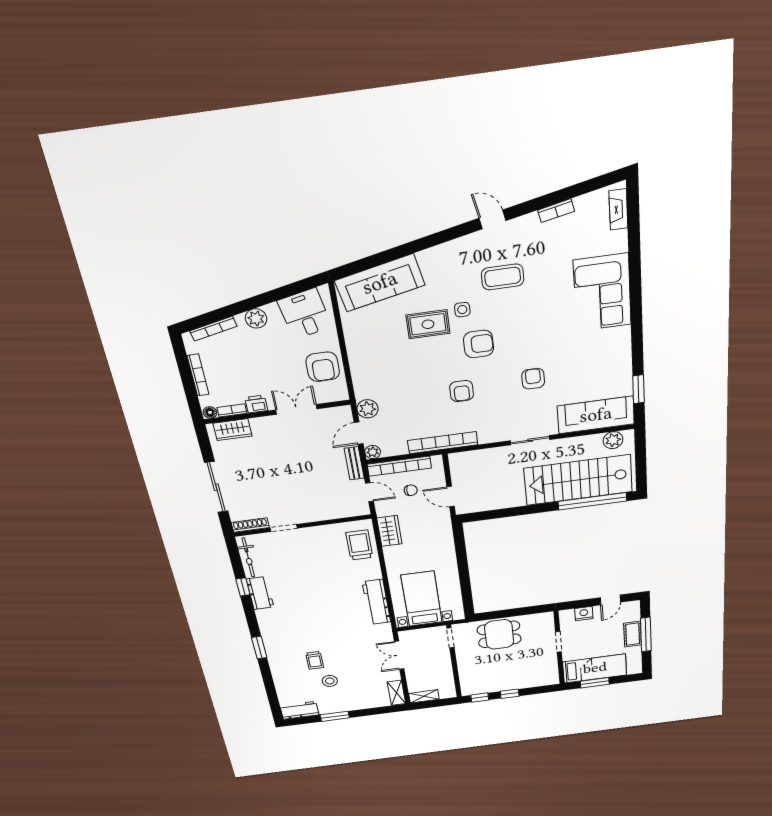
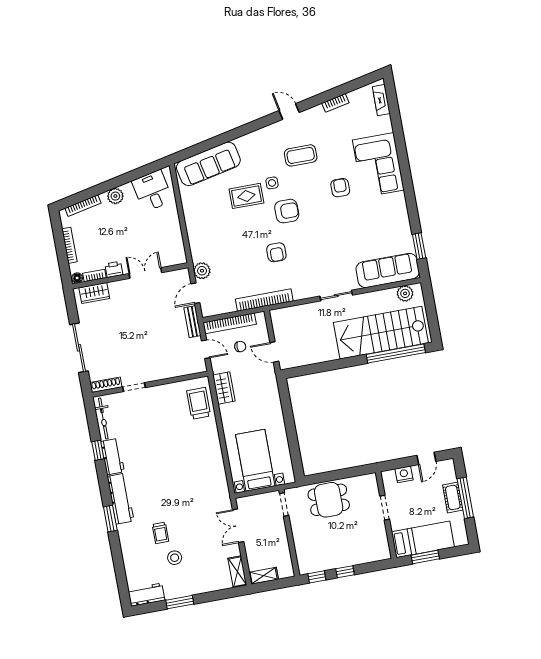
armchair: (323, 367) -> (166, 235), removed
armchair: (533, 379) -> (340, 188), moved
plant: (373, 452) -> (207, 311), removed
workbench: (377, 602) -> (121, 499), moved, turned 180

